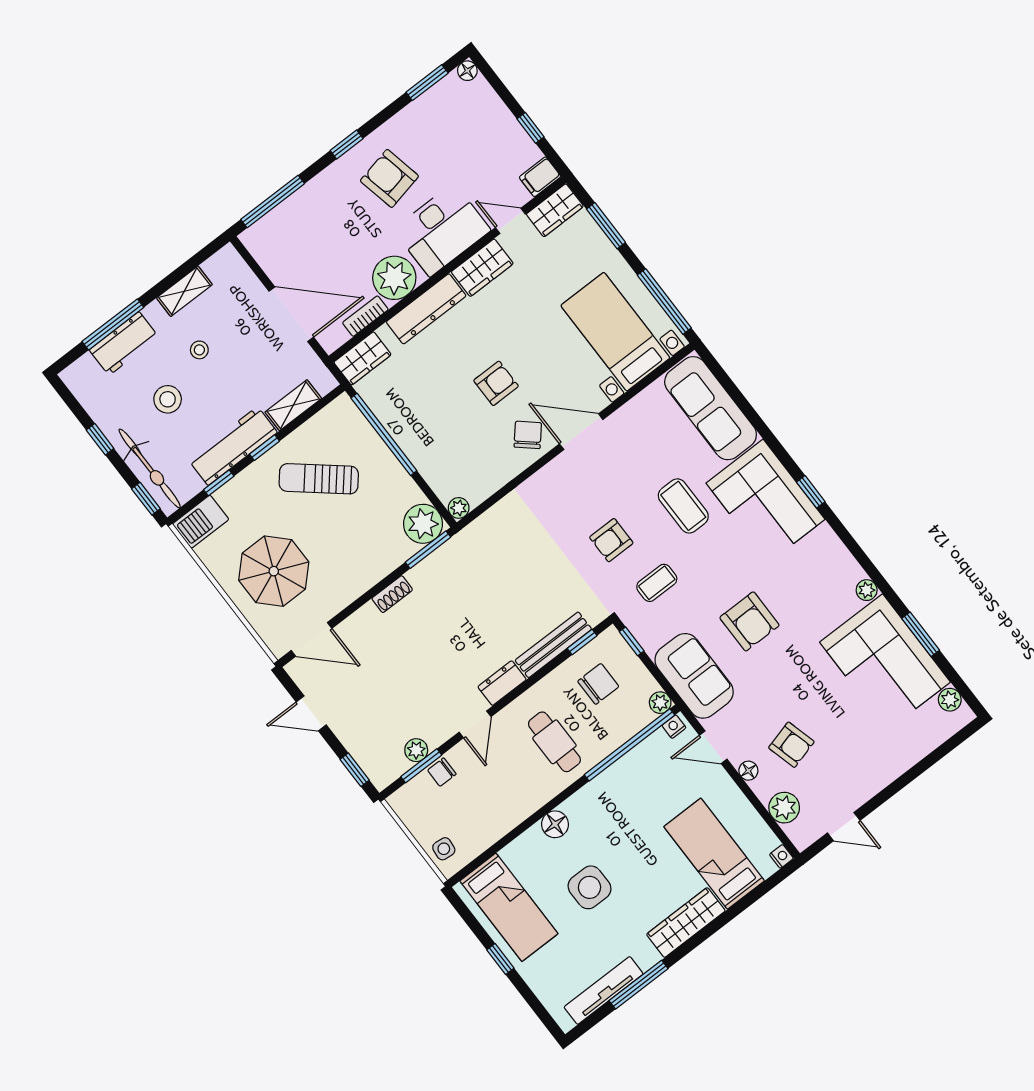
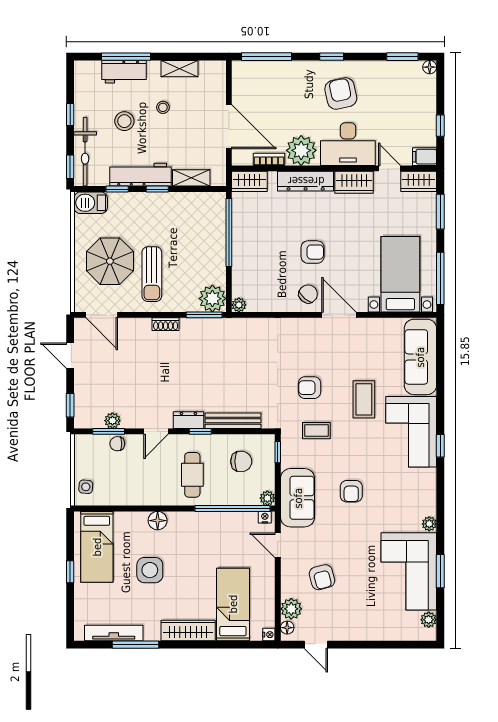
sun lounger: (319, 479) -> (152, 274), moved, turned -130
armchair: (749, 621) -> (351, 491), width x0.72, depth x0.72
window: (582, 642) -> (200, 431), moved
floor lamp: (748, 771) -> (287, 628), moved

